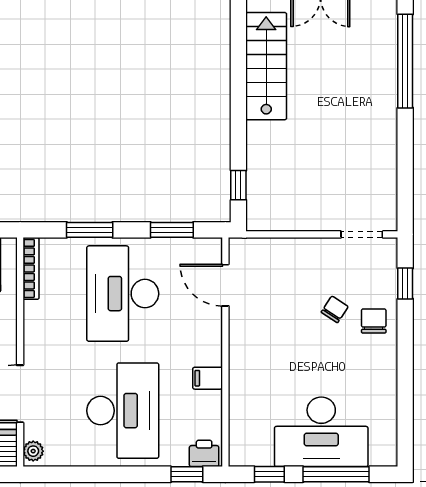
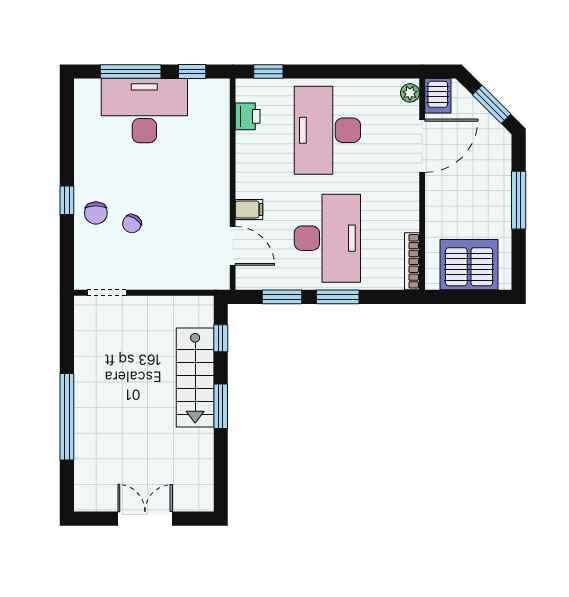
window: (405, 61) -> (67, 417), moved
stairs: (266, 66) -> (195, 377), moved
window: (238, 111) -> (221, 406), added
window: (90, 230) -> (338, 297), moved
window: (405, 284) -> (67, 200), moved
filing cabinet: (208, 378) -> (249, 210), moved
printer: (204, 453) -> (248, 116), moved, turned -90

